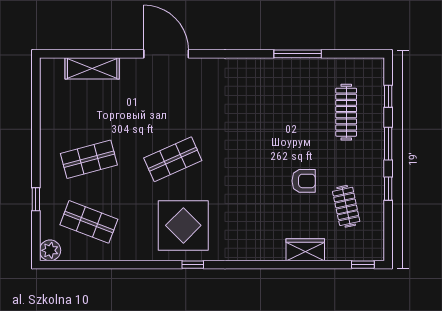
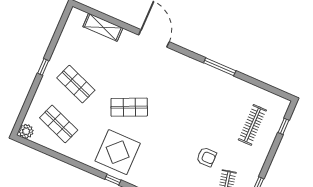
window: (298, 54) -> (220, 67), moved
window: (388, 144) -> (270, 156), removed
shop shelf: (89, 159) -> (76, 84), turned 36
window: (36, 199) -> (43, 67), moved

